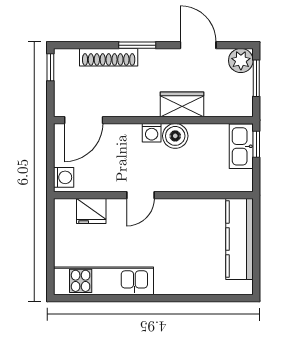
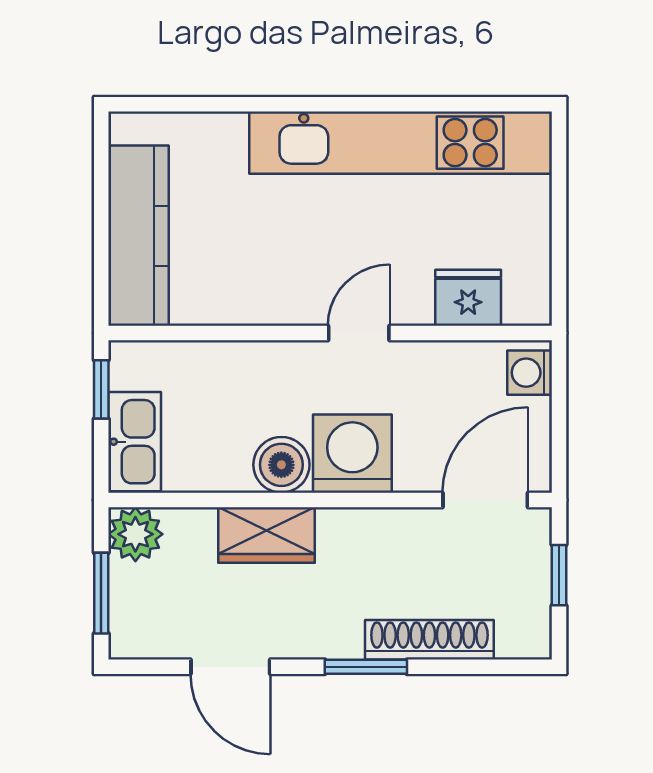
plant: (241, 61) -> (135, 534), moved
window: (50, 67) -> (559, 575), moved
washing machine: (152, 133) -> (352, 454), width x1.89, depth x1.89
window: (256, 144) -> (101, 389), moved
kitchen unit: (103, 281) -> (401, 143), width x1.36

